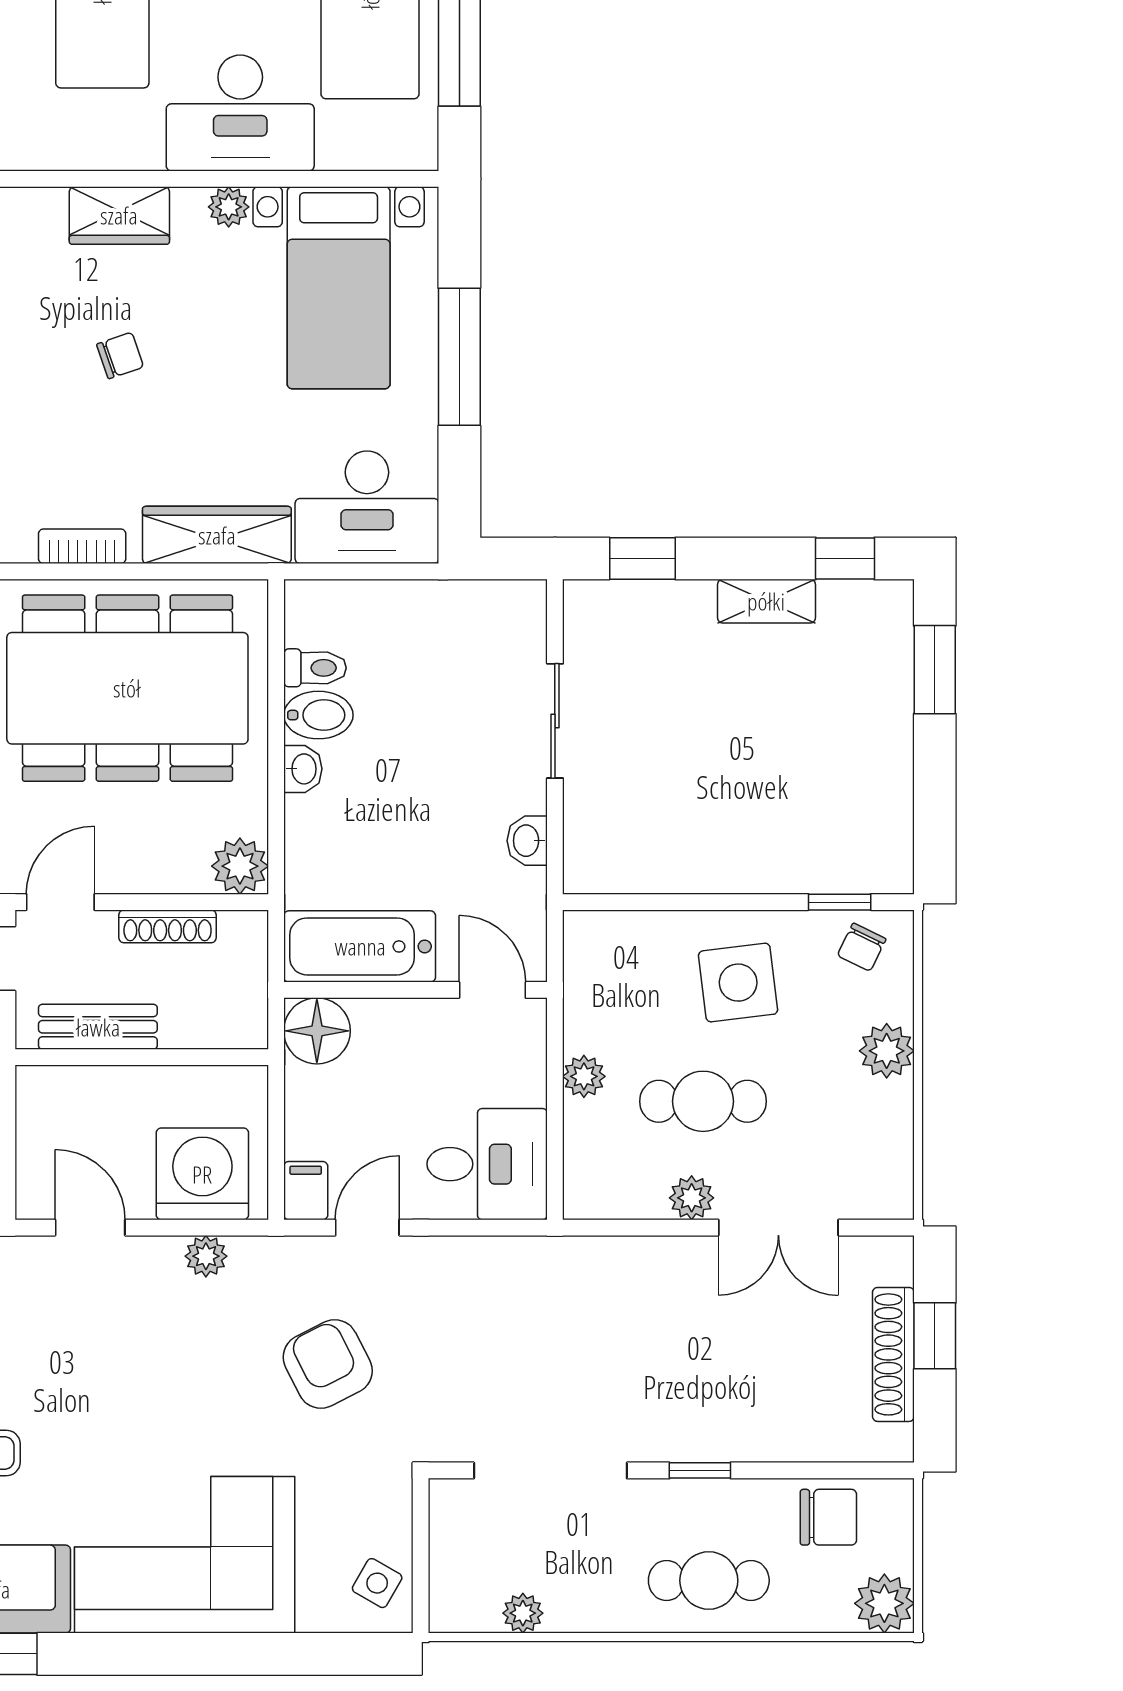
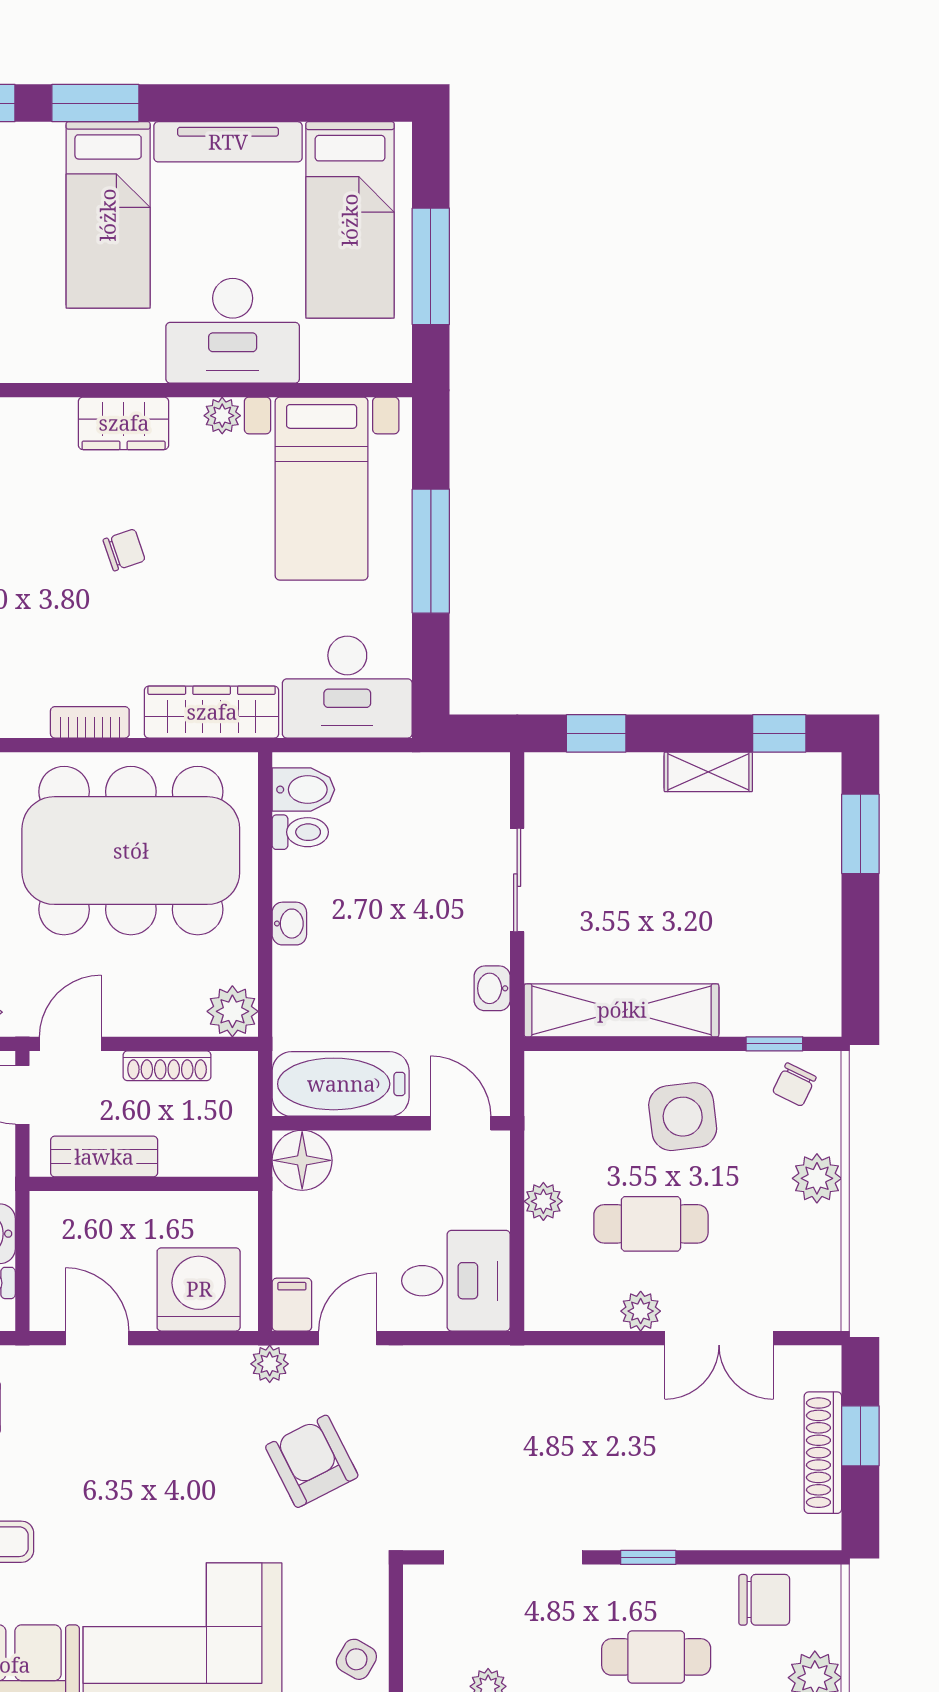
bidet: (318, 715) -> (303, 790), moved
shelving: (670, 865) -> (622, 1010), added
plant: (206, 1256) -> (270, 1364), moved

